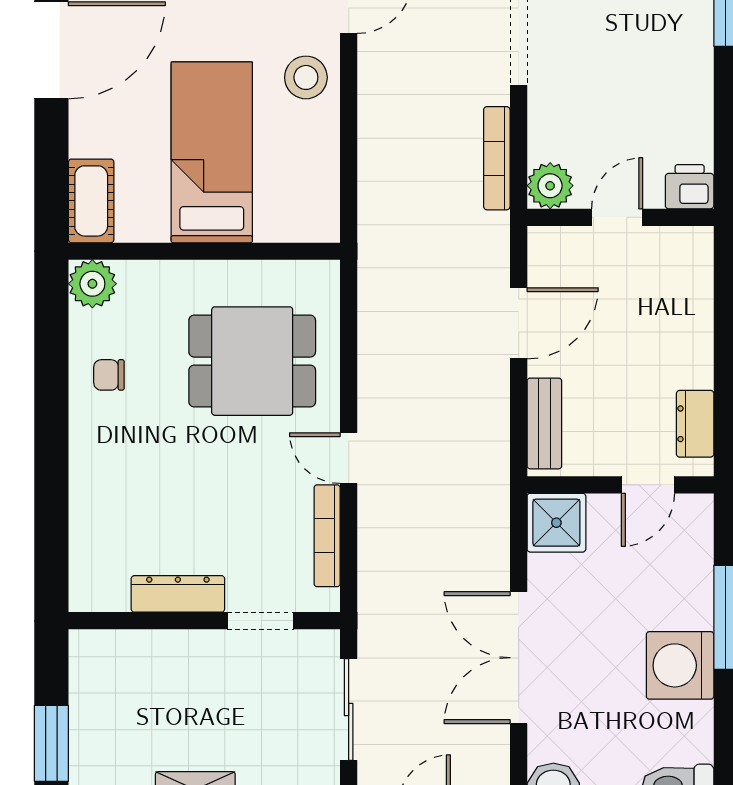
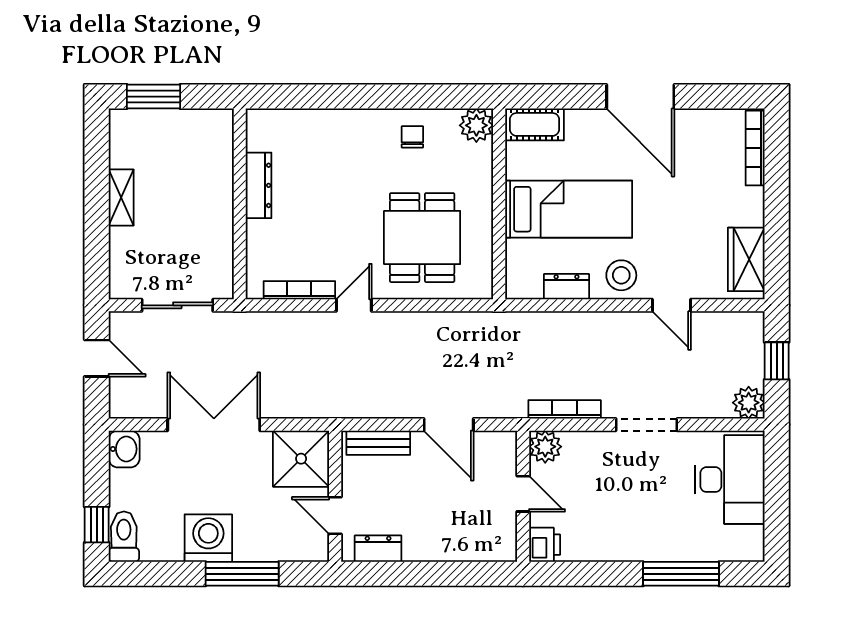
dresser: (322, 155) -> (566, 287), added
shower: (556, 523) -> (301, 459), width x1.36, depth x1.36
doorway: (260, 621) -> (240, 243), removed

